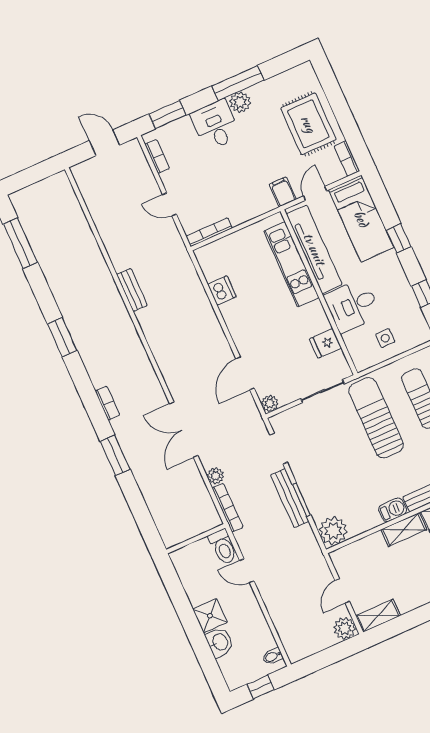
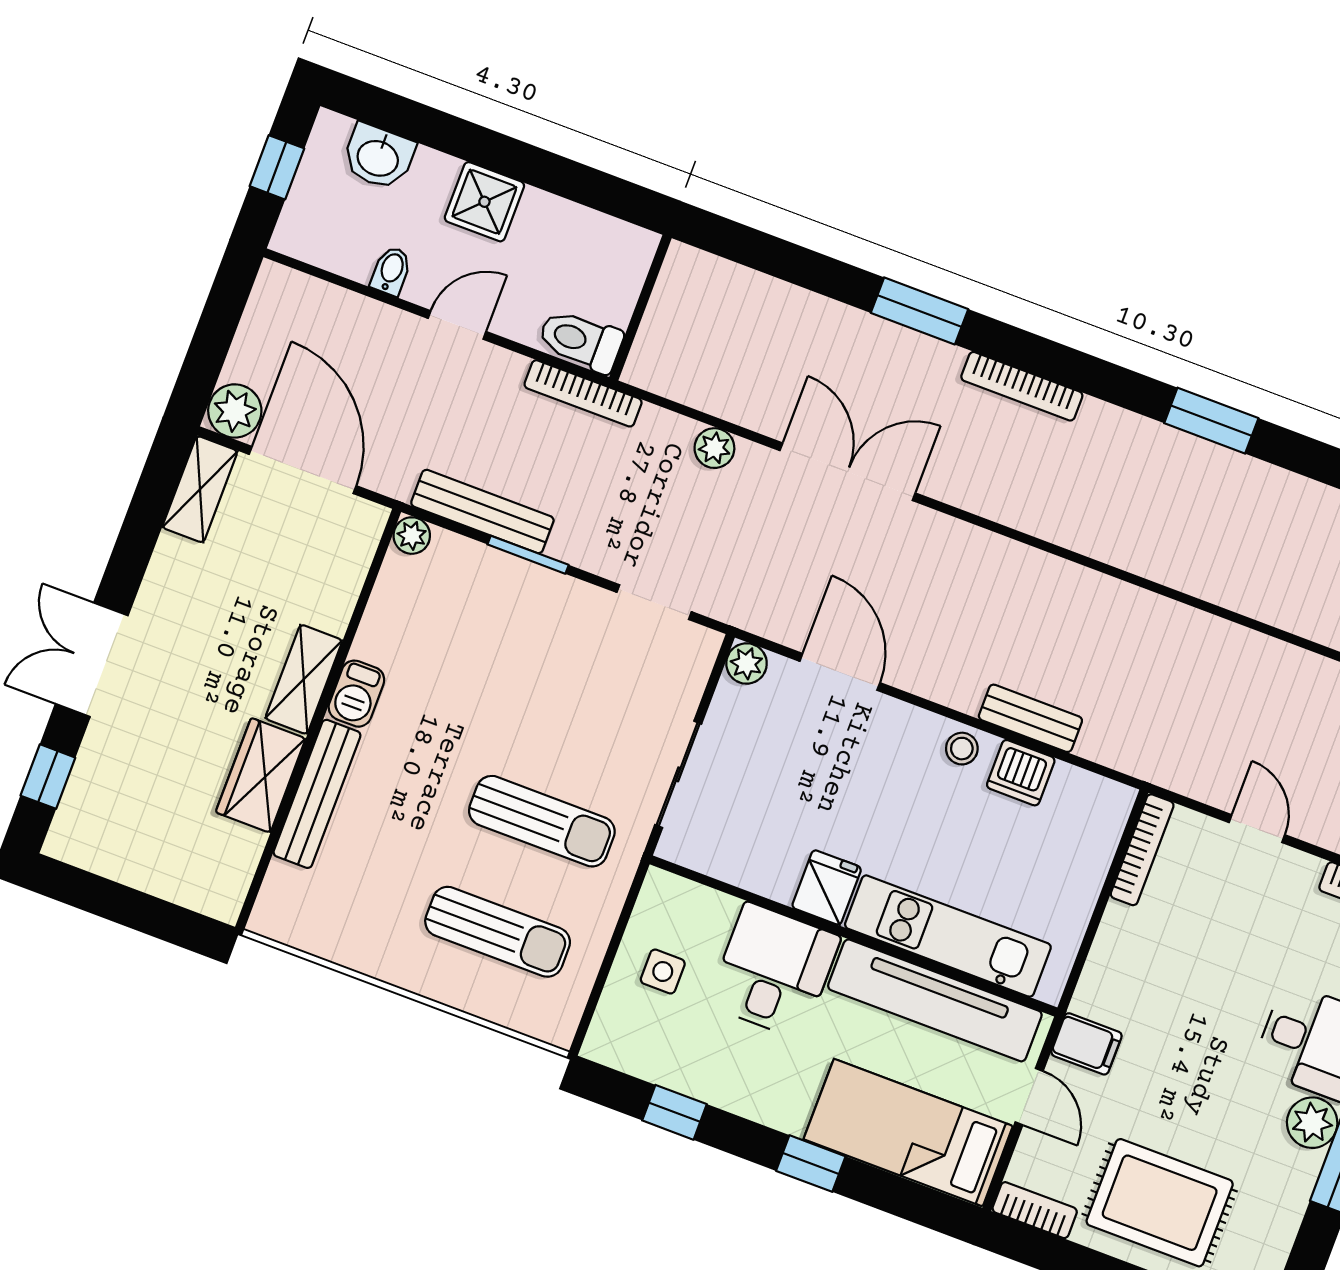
door: (169, 204) -> (1257, 829), hinge flipped
bench: (132, 290) -> (1030, 718), moved
stool: (232, 315) -> (962, 749), added
fridge: (325, 343) -> (827, 887), moved
bookcase: (107, 403) -> (1022, 386), width x1.56
sun lounger: (376, 418) -> (542, 821), width x0.73, depth x0.75
bench: (290, 498) -> (482, 512), moved
bookcase: (228, 508) -> (583, 393), moved
plant: (333, 531) -> (412, 536), width x0.53, depth x0.53
door: (247, 571) -> (457, 325), moved
door: (342, 591) -> (303, 470), width x1.88
washbasin: (220, 642) -> (378, 157), moved
bidet: (273, 656) -> (391, 271), moved

